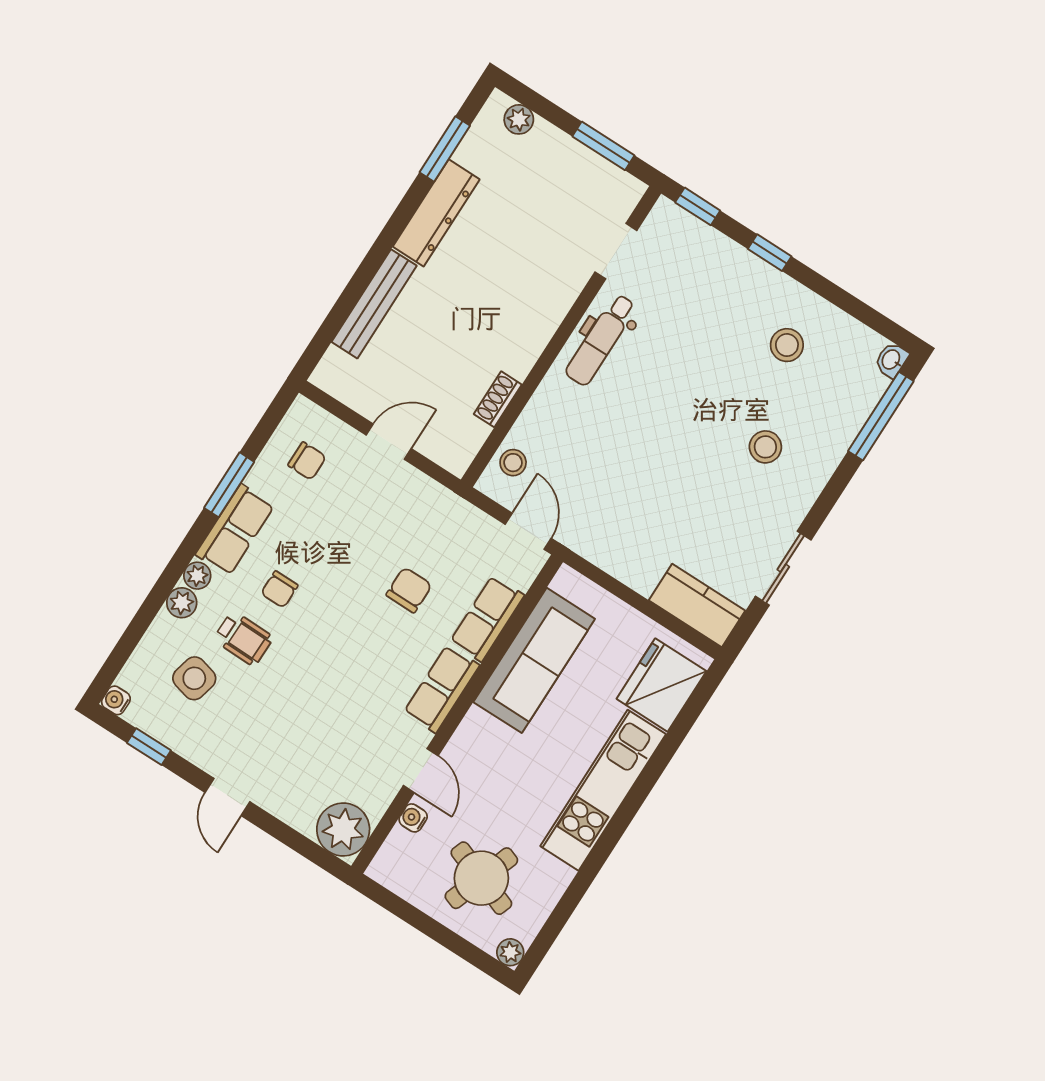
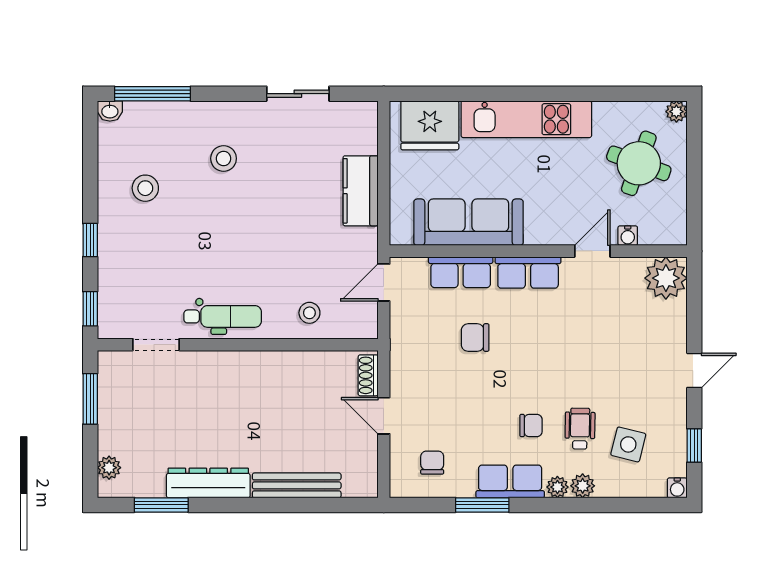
shoe rack: (498, 399) -> (368, 375), moved, turned 90
stool: (513, 463) -> (309, 313), moved
kitchen counter: (697, 605) -> (361, 191), moved

